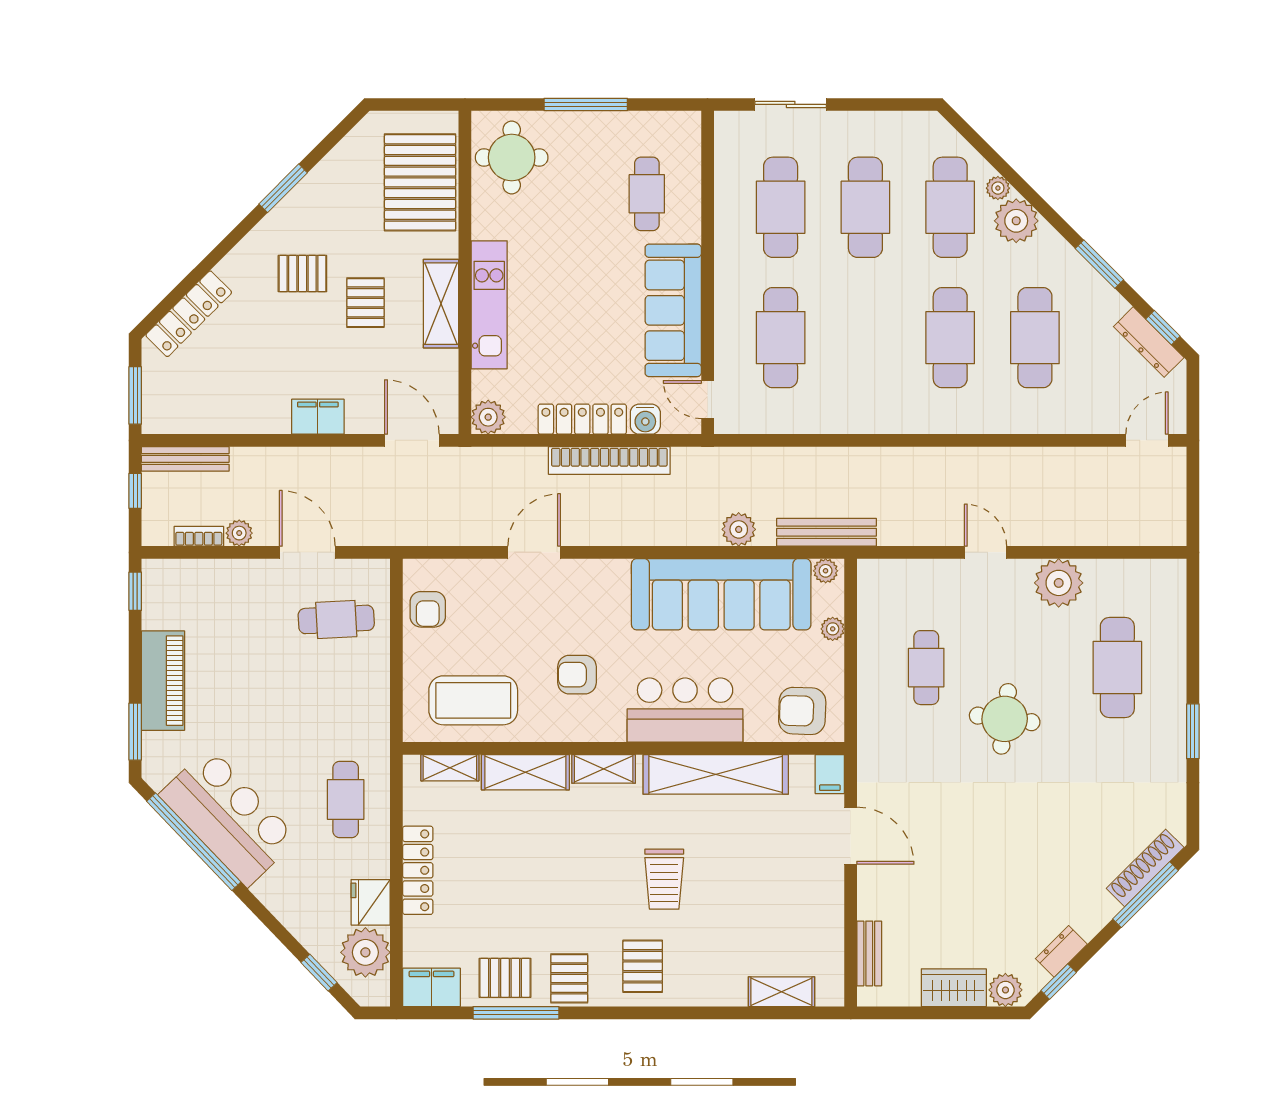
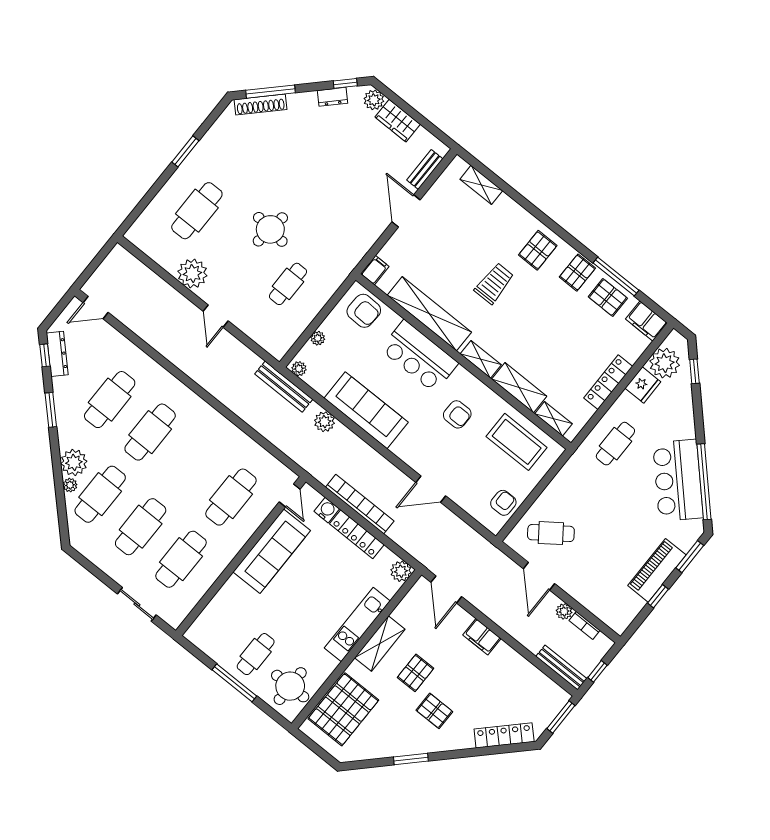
cafe table: (647, 194) -> (256, 654), moved
window: (135, 591) -> (658, 596), moved
sofa: (721, 594) -> (366, 410), width x0.74, depth x0.79
cafe table: (336, 619) -> (551, 533), turned -33
door: (851, 836) -> (406, 211), moved

